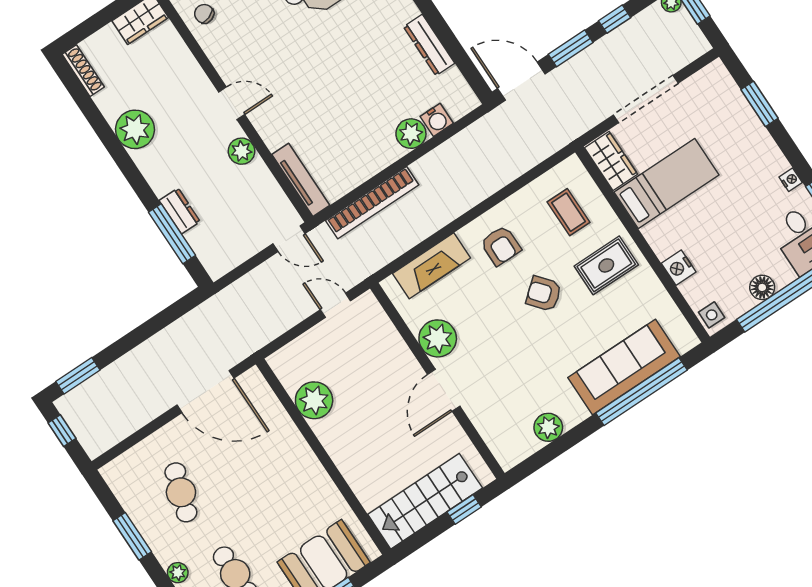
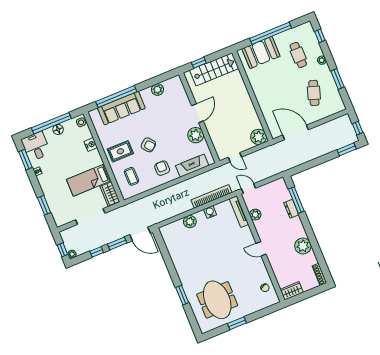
dresser: (429, 45) -> (175, 257), removed
water cooler: (437, 120) -> (210, 212), moved
plant: (242, 151) -> (255, 215), moved
plant: (314, 400) -> (259, 137), moved

